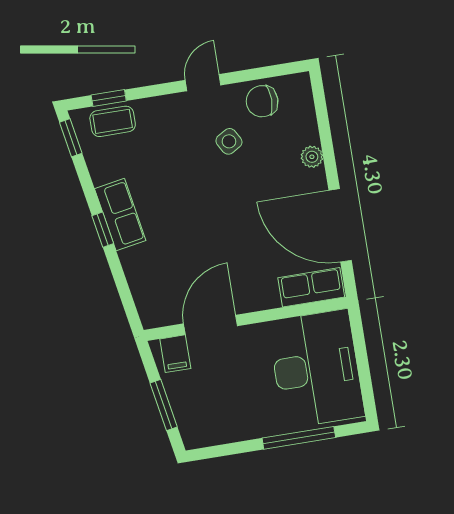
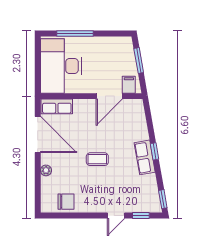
door: (203, 83) -> (116, 216), moved
coffee table: (113, 121) -> (97, 159), moved
side table: (229, 141) -> (85, 185), removed

